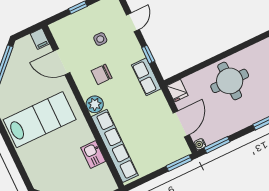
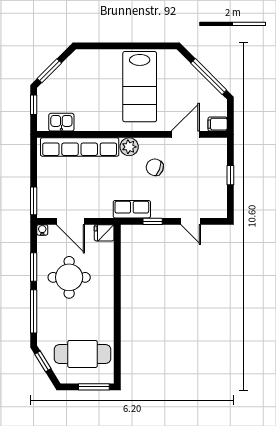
side table: (100, 39) -> (189, 182), removed
chair: (102, 74) -> (155, 167), turned -68
round table: (230, 81) -> (69, 277), moved
window: (217, 145) -> (34, 267), moved
kitchen sink: (93, 155) -> (61, 122), moved

